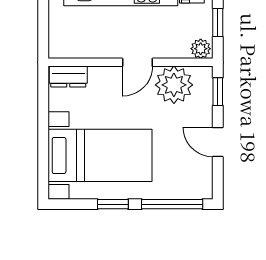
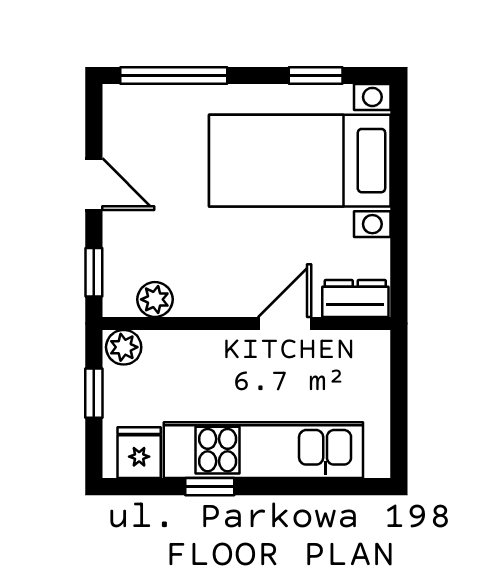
door: (137, 62) -> (285, 323), moved
plant: (174, 85) -> (155, 299), width x0.53, depth x0.53
window: (113, 204) -> (316, 75), moved

